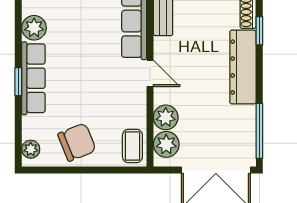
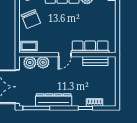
dresser: (243, 67) -> (54, 100), moved

